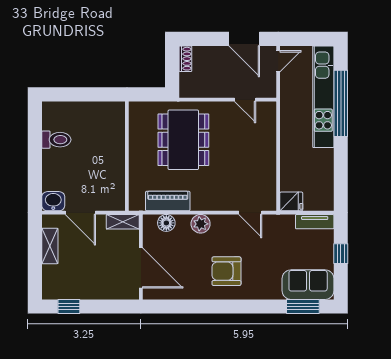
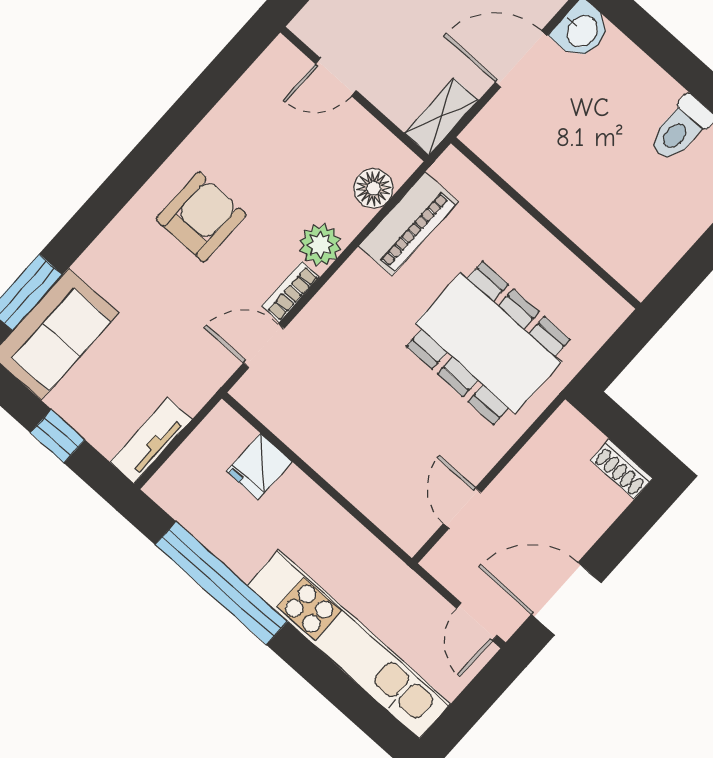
door: (245, 100) -> (462, 508), hinge flipped
window: (341, 103) -> (221, 583), moved
fridge: (291, 201) -> (259, 466), moved
bookcase: (225, 220) -> (291, 292), added
door: (141, 268) -> (336, 77), width x0.53

